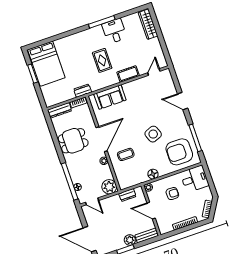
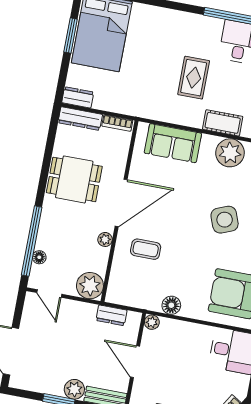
plant: (140, 86) -> (230, 153), added
dresser: (83, 91) -> (78, 97), moved
side table: (153, 134) -> (225, 220), moved
armchair: (172, 194) -> (184, 354), removed

